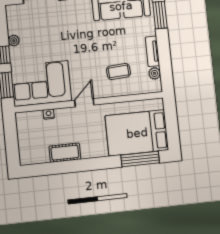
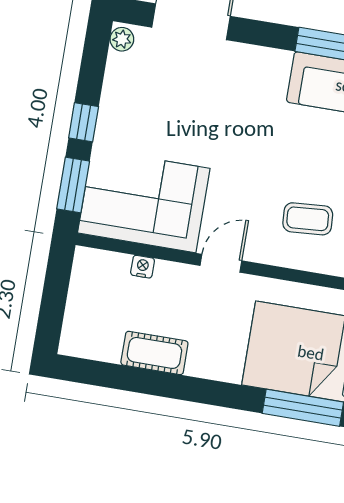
plant: (14, 41) -> (122, 39), moved

